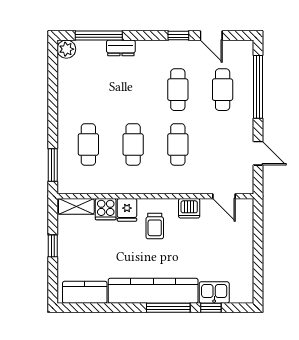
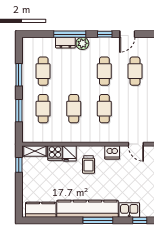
window: (99, 36) -> (70, 34), moved
door: (211, 36) -> (127, 34), hinge flipped
plant: (66, 49) -> (82, 43), moved
cafe table: (88, 90) -> (43, 71), added
window: (53, 95) -> (19, 75), added
window: (53, 165) -> (19, 111), moved
window: (53, 246) -> (19, 165), moved
window: (211, 308) -> (140, 220), moved

